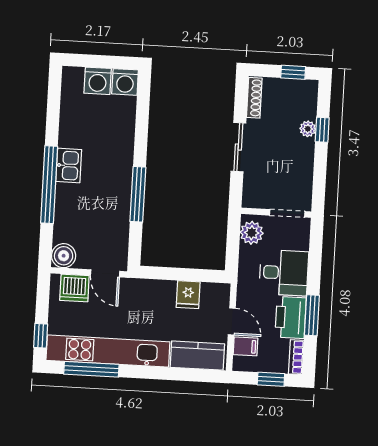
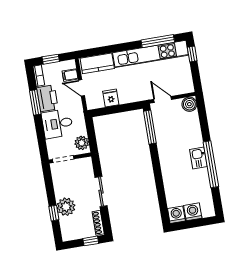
window: (293, 72) -> (91, 241), moved
plant: (308, 129) -> (66, 207), width x1.88, depth x1.88
window: (49, 185) -> (211, 164), moved
window: (138, 194) -> (150, 127), moved
dishwasher: (74, 288) -> (179, 87), removed

